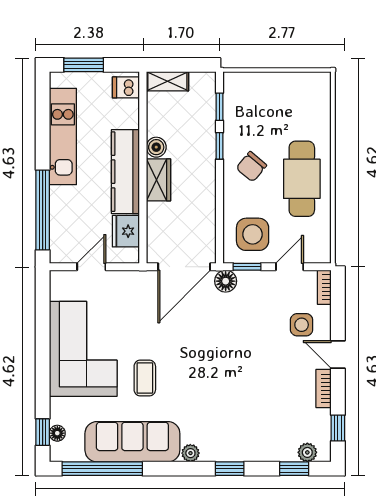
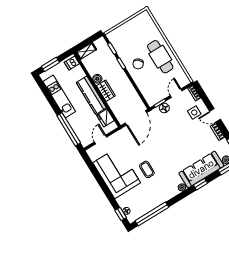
side table: (253, 234) -> (154, 89), removed
floor lamp: (226, 281) -> (164, 108), moved
sofa: (132, 442) -> (201, 169), moved

